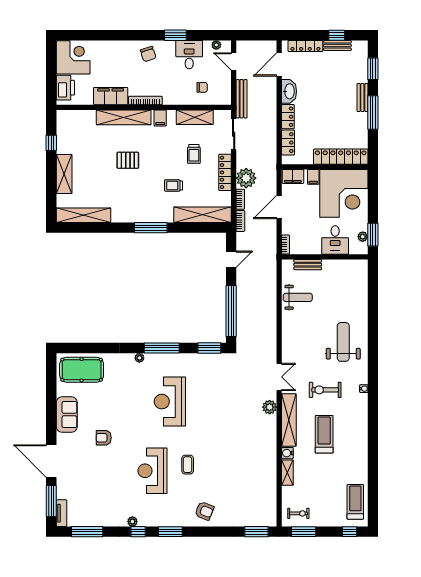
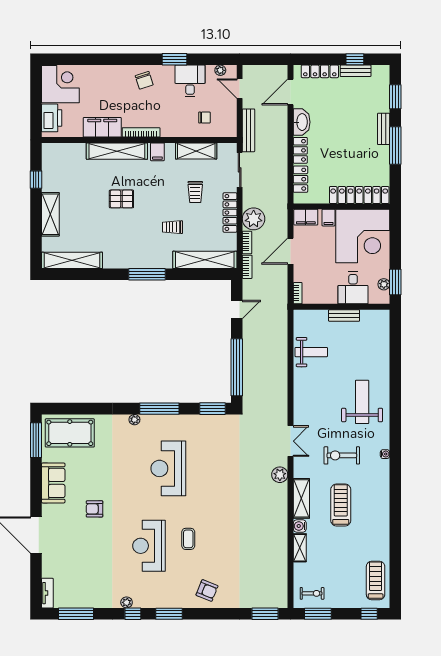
bench: (308, 265) -> (344, 315), moved
shelving: (289, 420) -> (301, 498), width x0.68
window: (51, 501) -> (36, 440), moved

